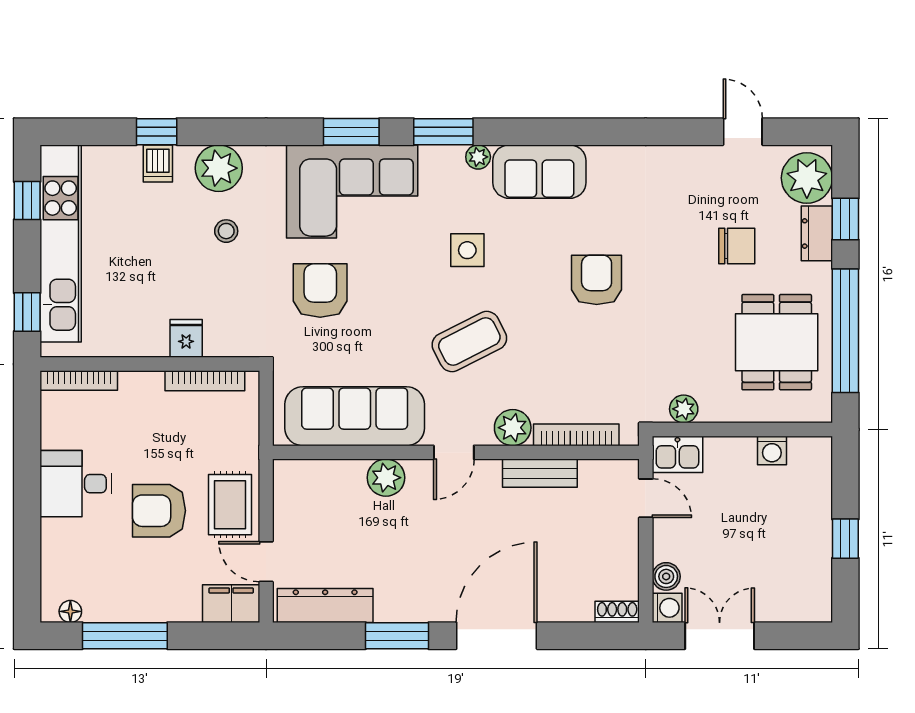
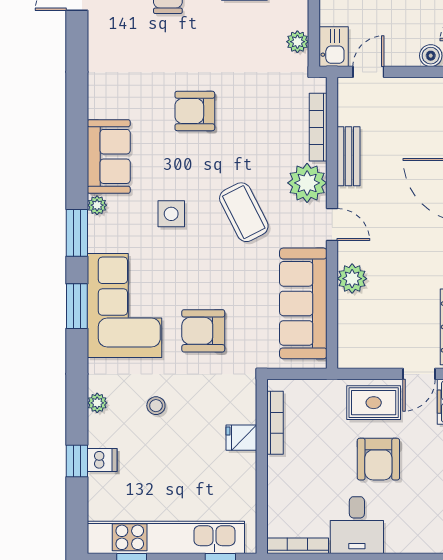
plant: (219, 168) -> (97, 403), width x0.53, depth x0.53
bookcase: (79, 380) -> (298, 546), moved, turned -90
plant: (513, 428) -> (307, 183), width x1.36, depth x1.36

